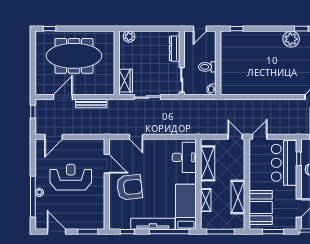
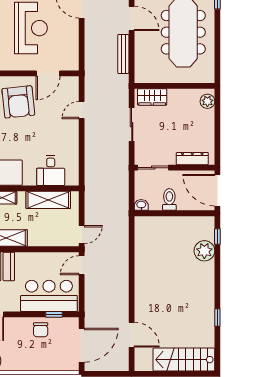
door: (200, 29) -> (217, 190), width x1.87
plant: (291, 39) -> (204, 251), moved
door: (260, 137) -> (82, 265), swing flipped
desk: (184, 157) -> (51, 171), width x0.73

